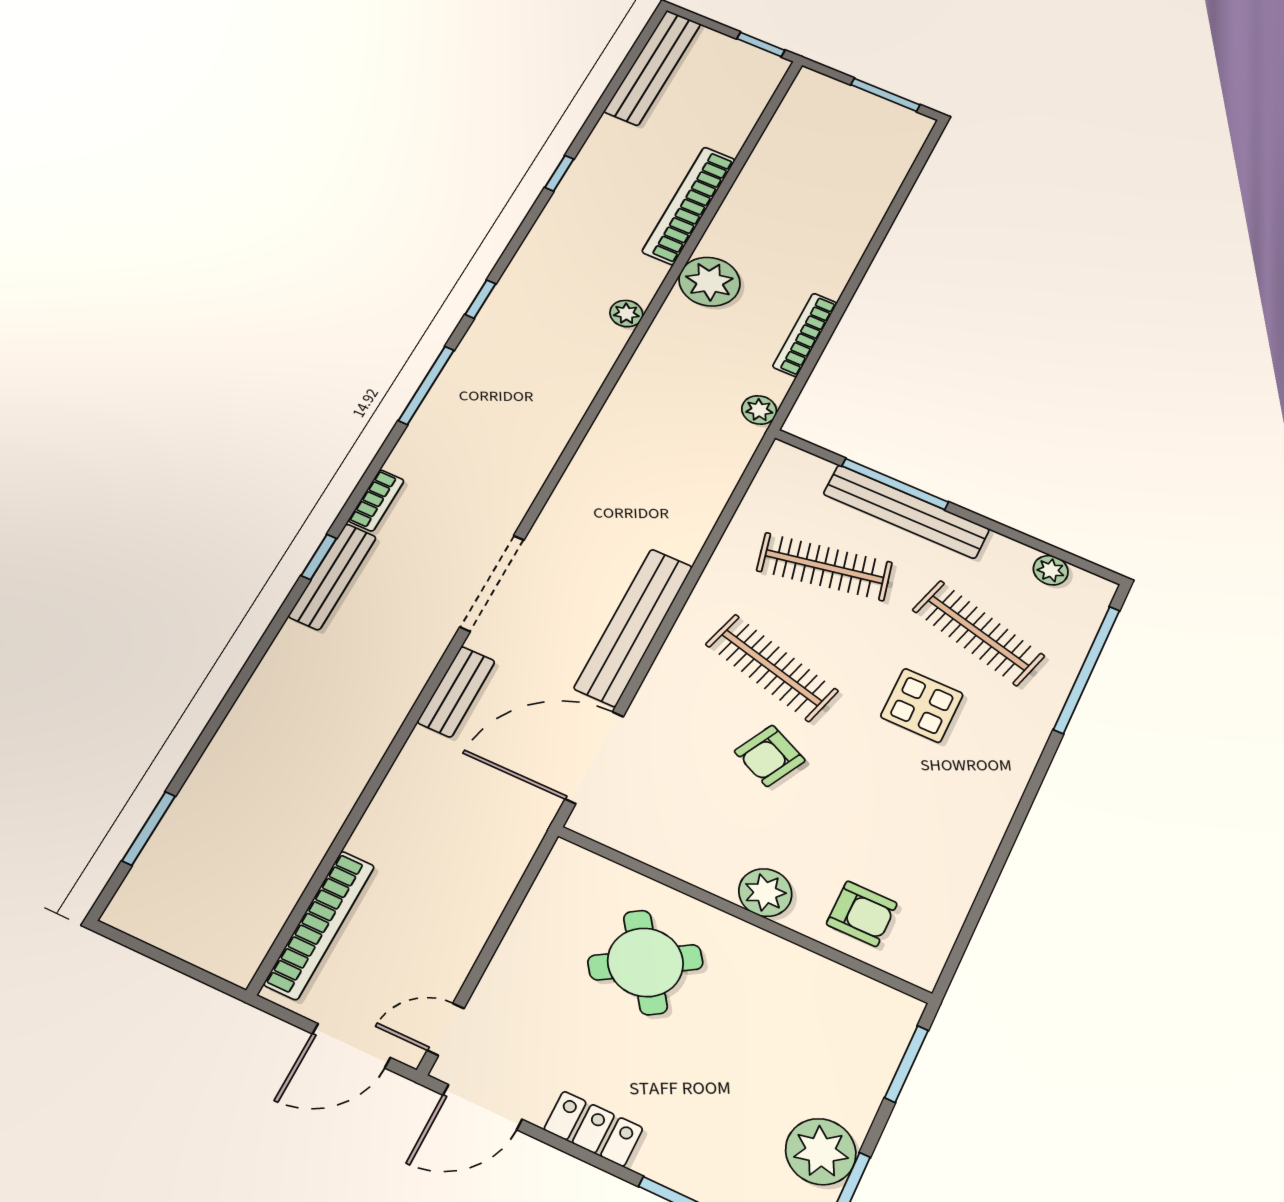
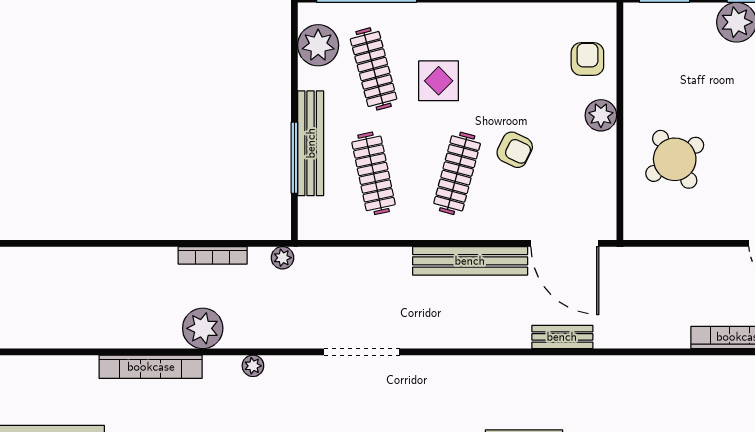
plant: (1051, 570) -> (318, 45), width x1.87, depth x1.87
doorway: (492, 583) -> (362, 352), moved
clothes rail: (978, 633) -> (374, 69), turned -30

